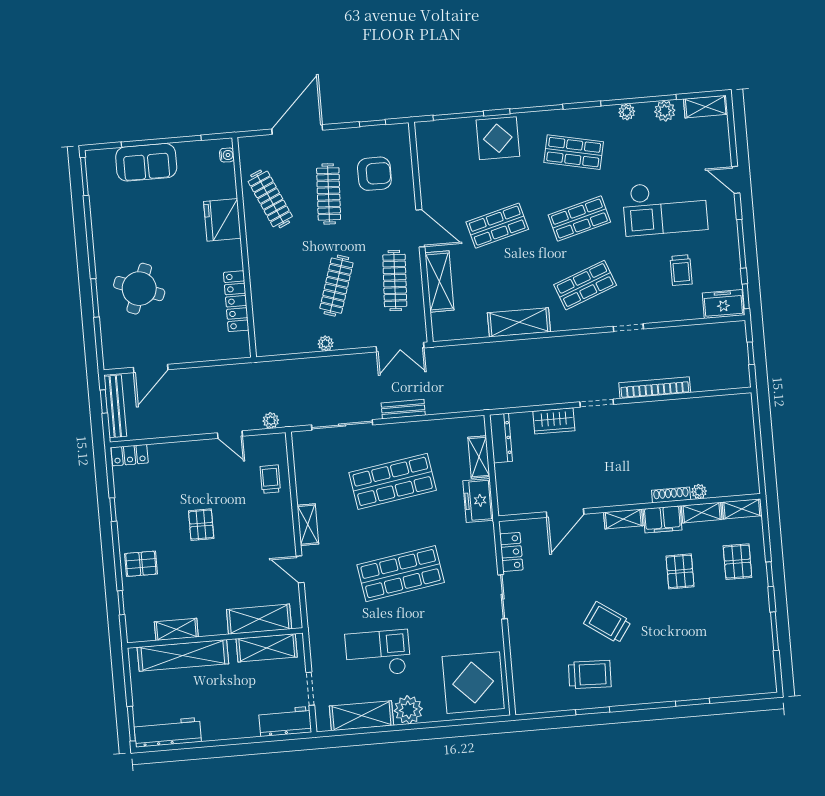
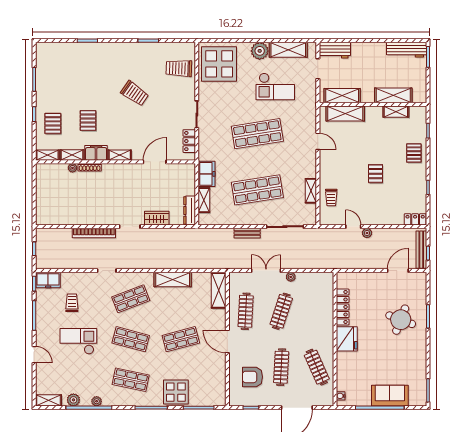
checkout: (665, 208) -> (78, 341), width x0.73, depth x0.83
shop shelf: (579, 219) -> (131, 339), turned 30
fridge: (222, 220) -> (347, 339), moved
shelving: (439, 281) -> (219, 290), moved
double door: (400, 347) -> (266, 271), moved
plant: (271, 421) -> (367, 233), moved
shelving: (308, 525) -> (311, 191), moved
pallet: (141, 564) -> (414, 153), turned 90
shelving: (183, 655) -> (393, 95), width x0.68
trolley: (590, 675) -> (179, 68), moved

